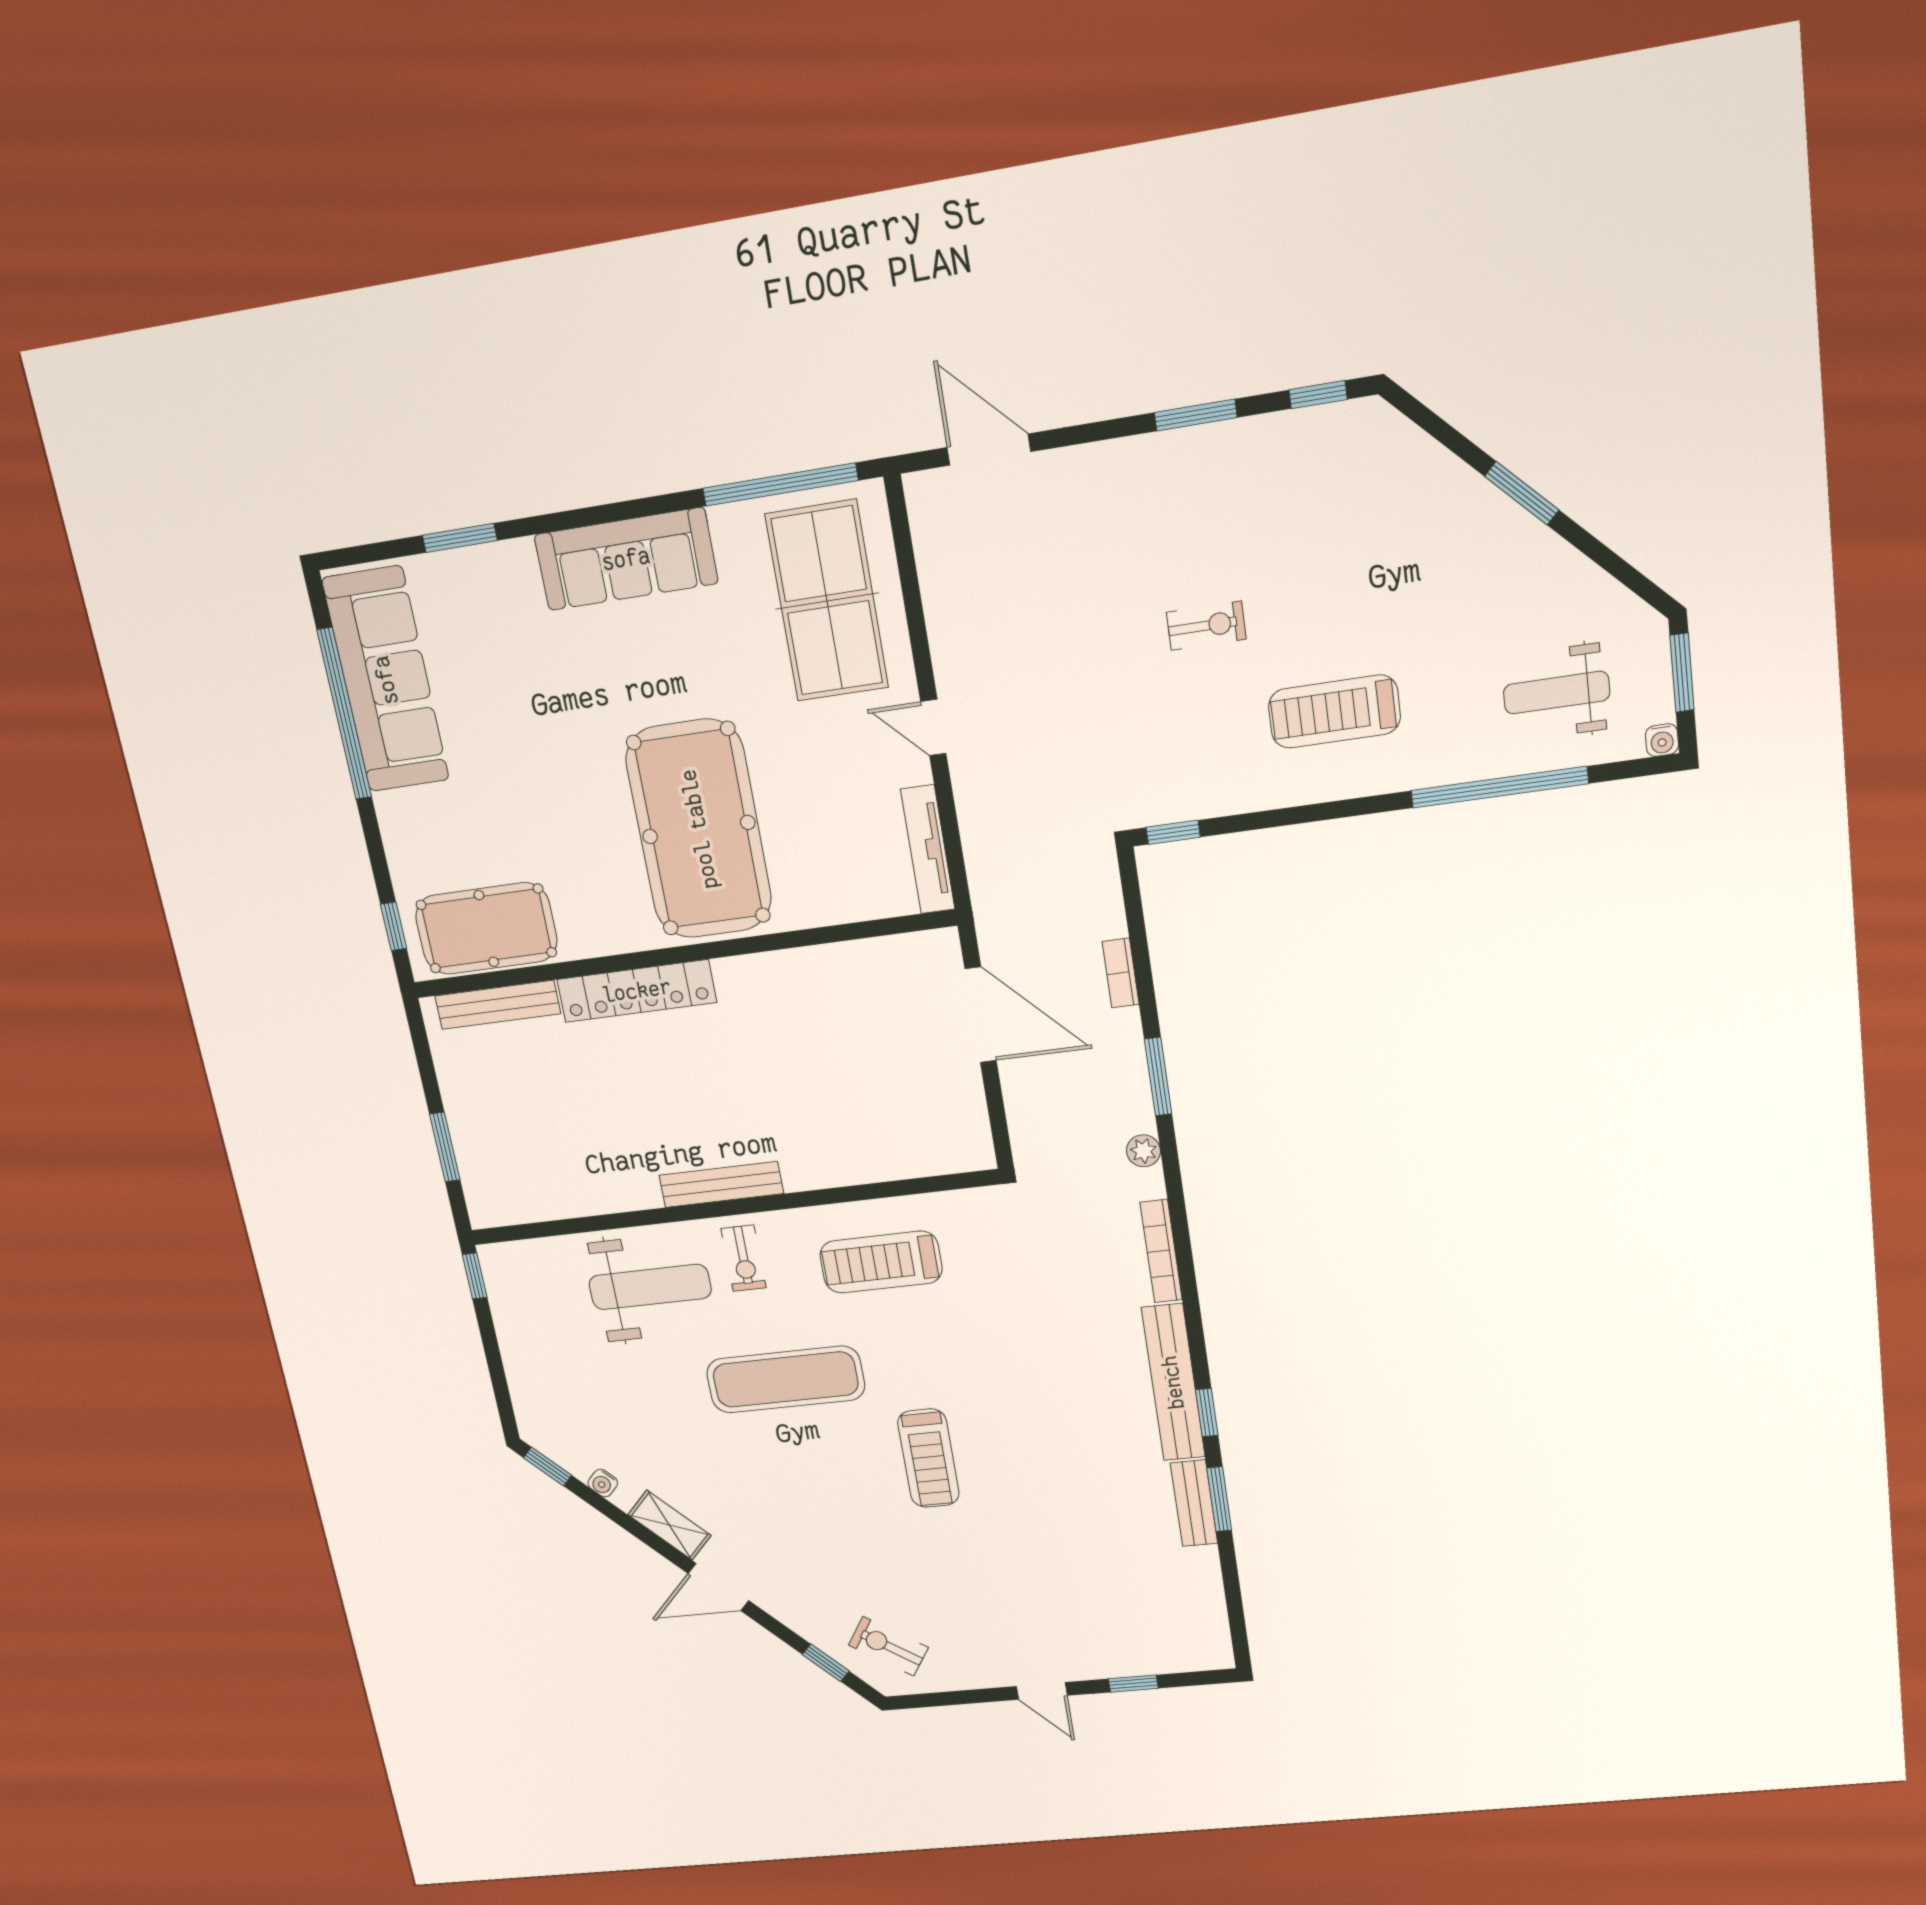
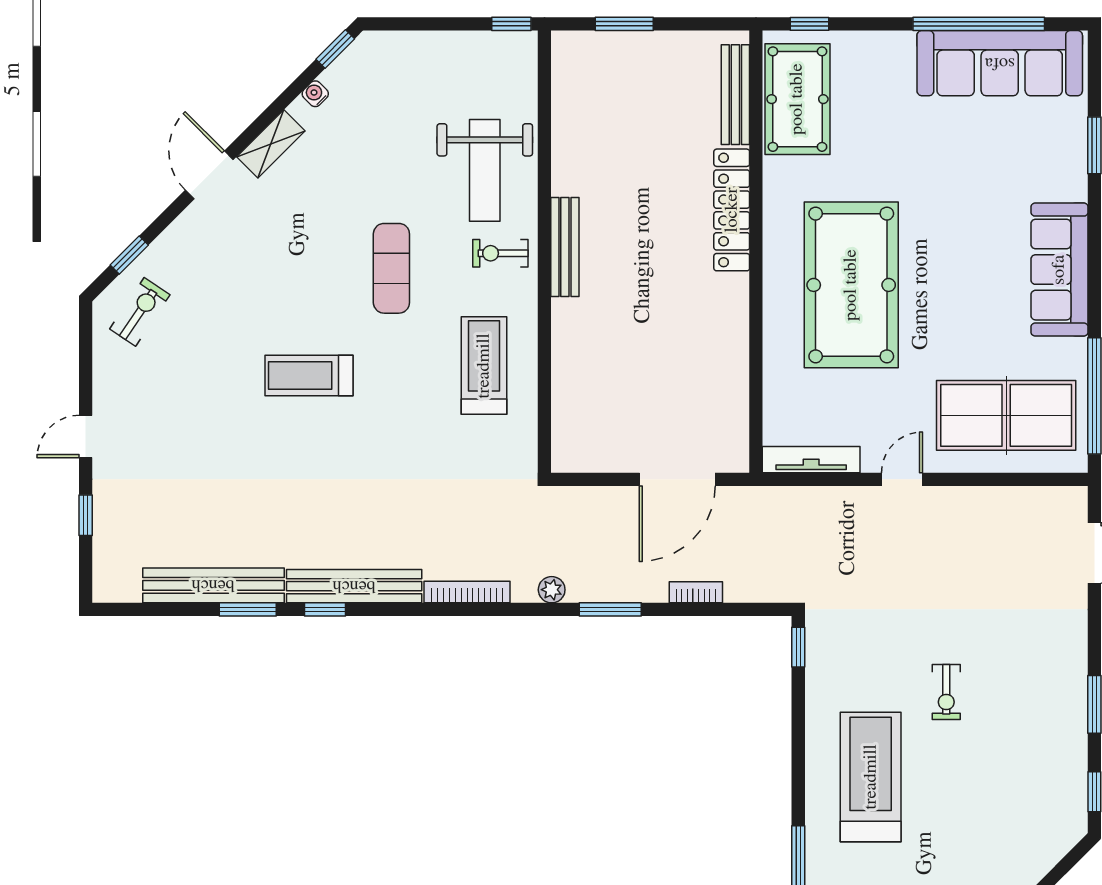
treadmill: (1334, 712) -> (871, 777), width x1.37, depth x1.38
pool table: (699, 829) -> (851, 285), turned 90
exercise mat: (786, 1379) -> (391, 268), width x0.73, depth x0.69
bench: (1194, 1503) -> (213, 585), width x1.86, depth x1.21

